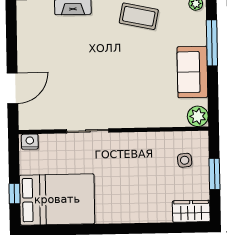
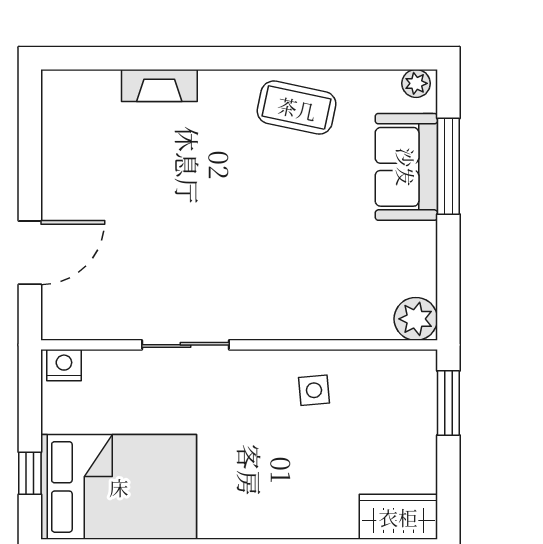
sofa: (192, 72) -> (406, 167), moved
side table: (185, 160) -> (314, 390), moved
window: (214, 174) -> (448, 403), moved

